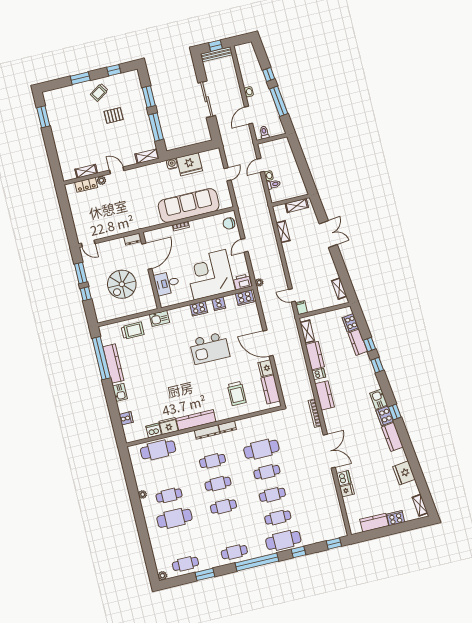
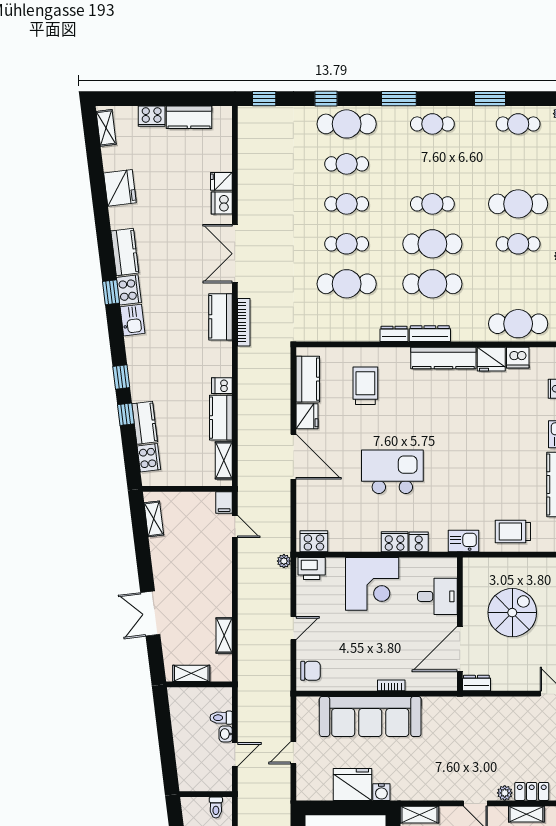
corner desk: (210, 275) -> (372, 584), width x0.74, depth x0.74
cooker: (219, 304) -> (419, 542), moved
kitchen counter: (325, 395) -> (221, 317), moved
cafe table: (212, 461) -> (432, 284), width x1.37, depth x1.35
cafe table: (218, 484) -> (432, 244), width x1.37, depth x1.35
window: (257, 562) -> (399, 99), width x0.47

